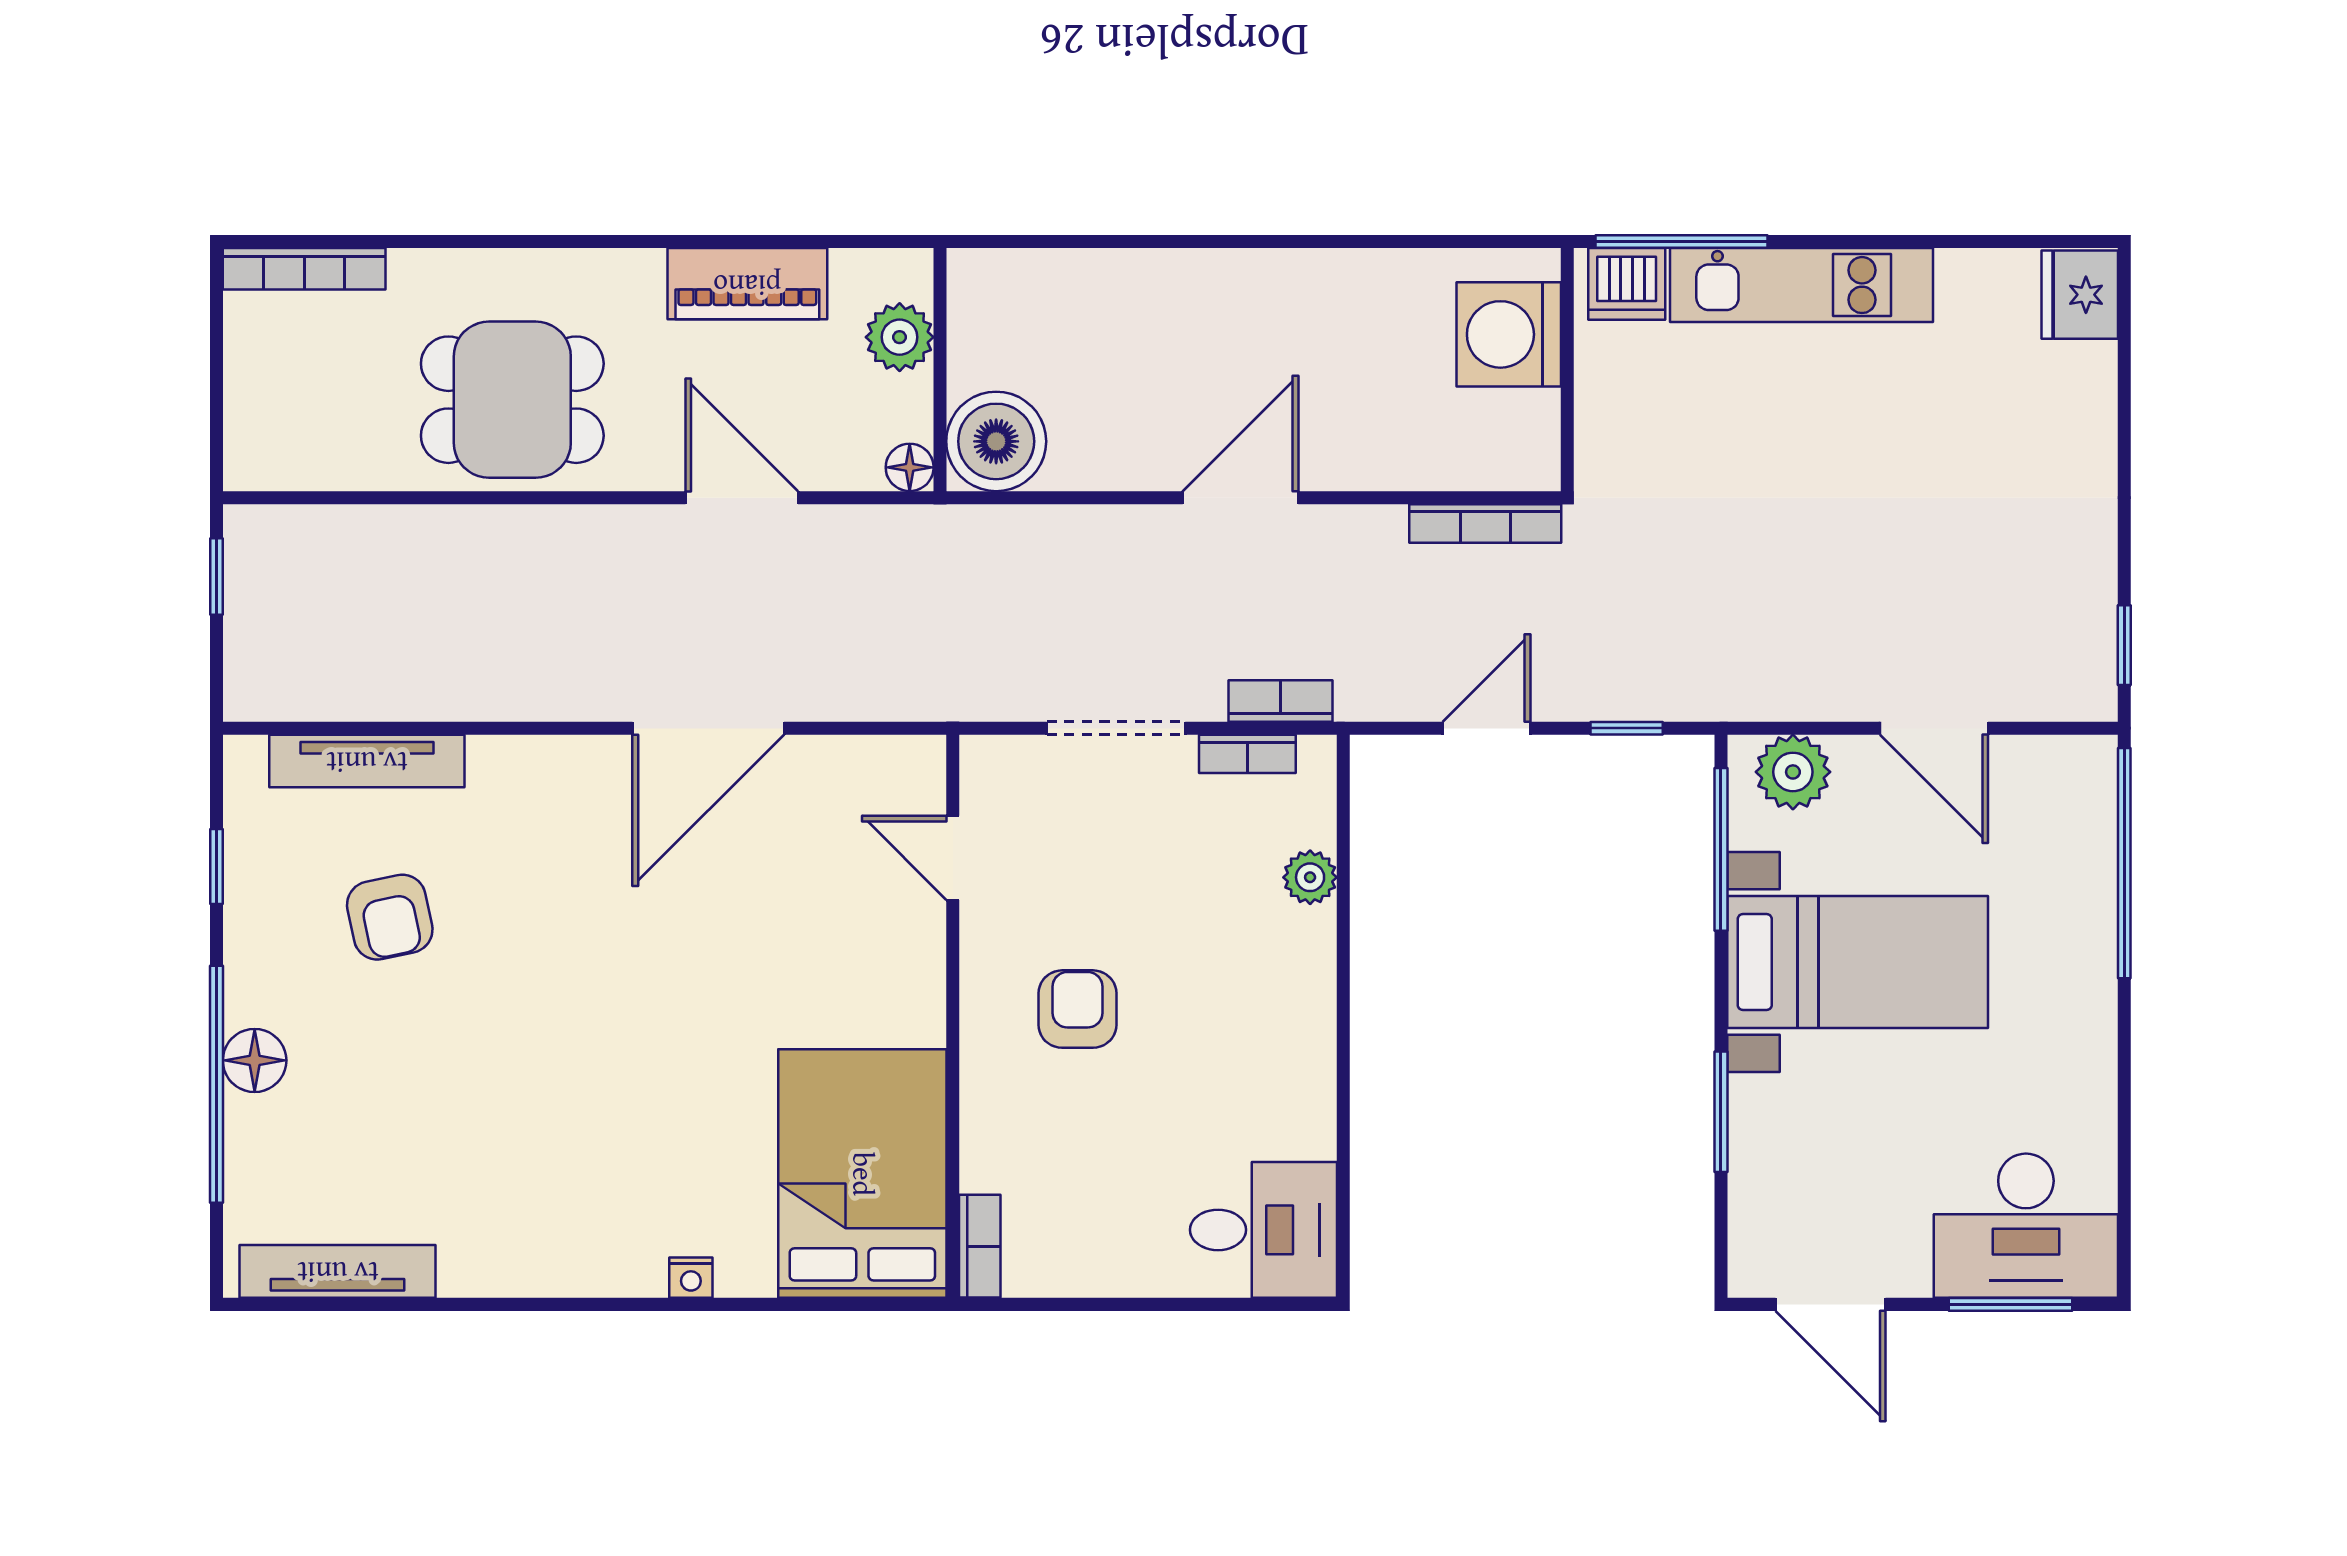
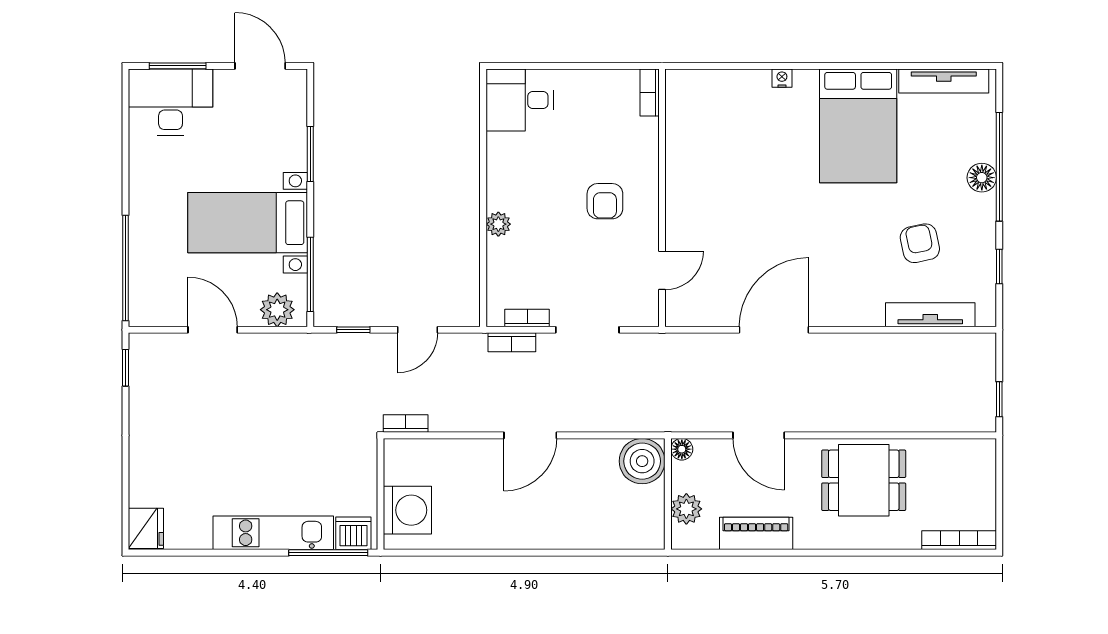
bookcase: (1485, 523) -> (406, 424), width x0.64
door: (953, 858) -> (662, 270), hinge flipped
plant: (1310, 877) -> (498, 224), moved
bed: (862, 1174) -> (858, 126), moved

